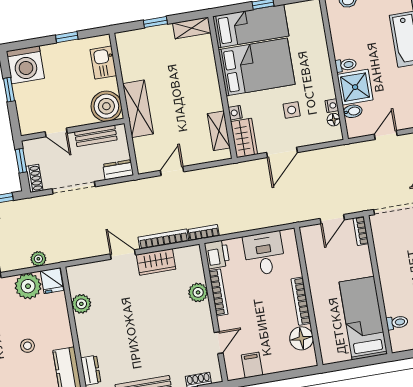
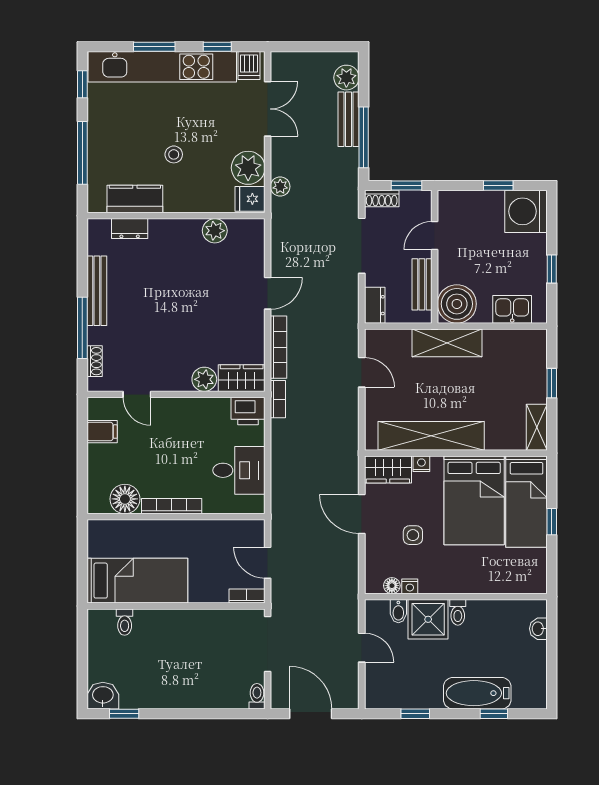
shelving: (219, 131) -> (431, 436), width x2.20, depth x1.33
wardrobe: (156, 262) -> (242, 378), moved, turned 90
bookcase: (218, 292) -> (200, 405), removed

